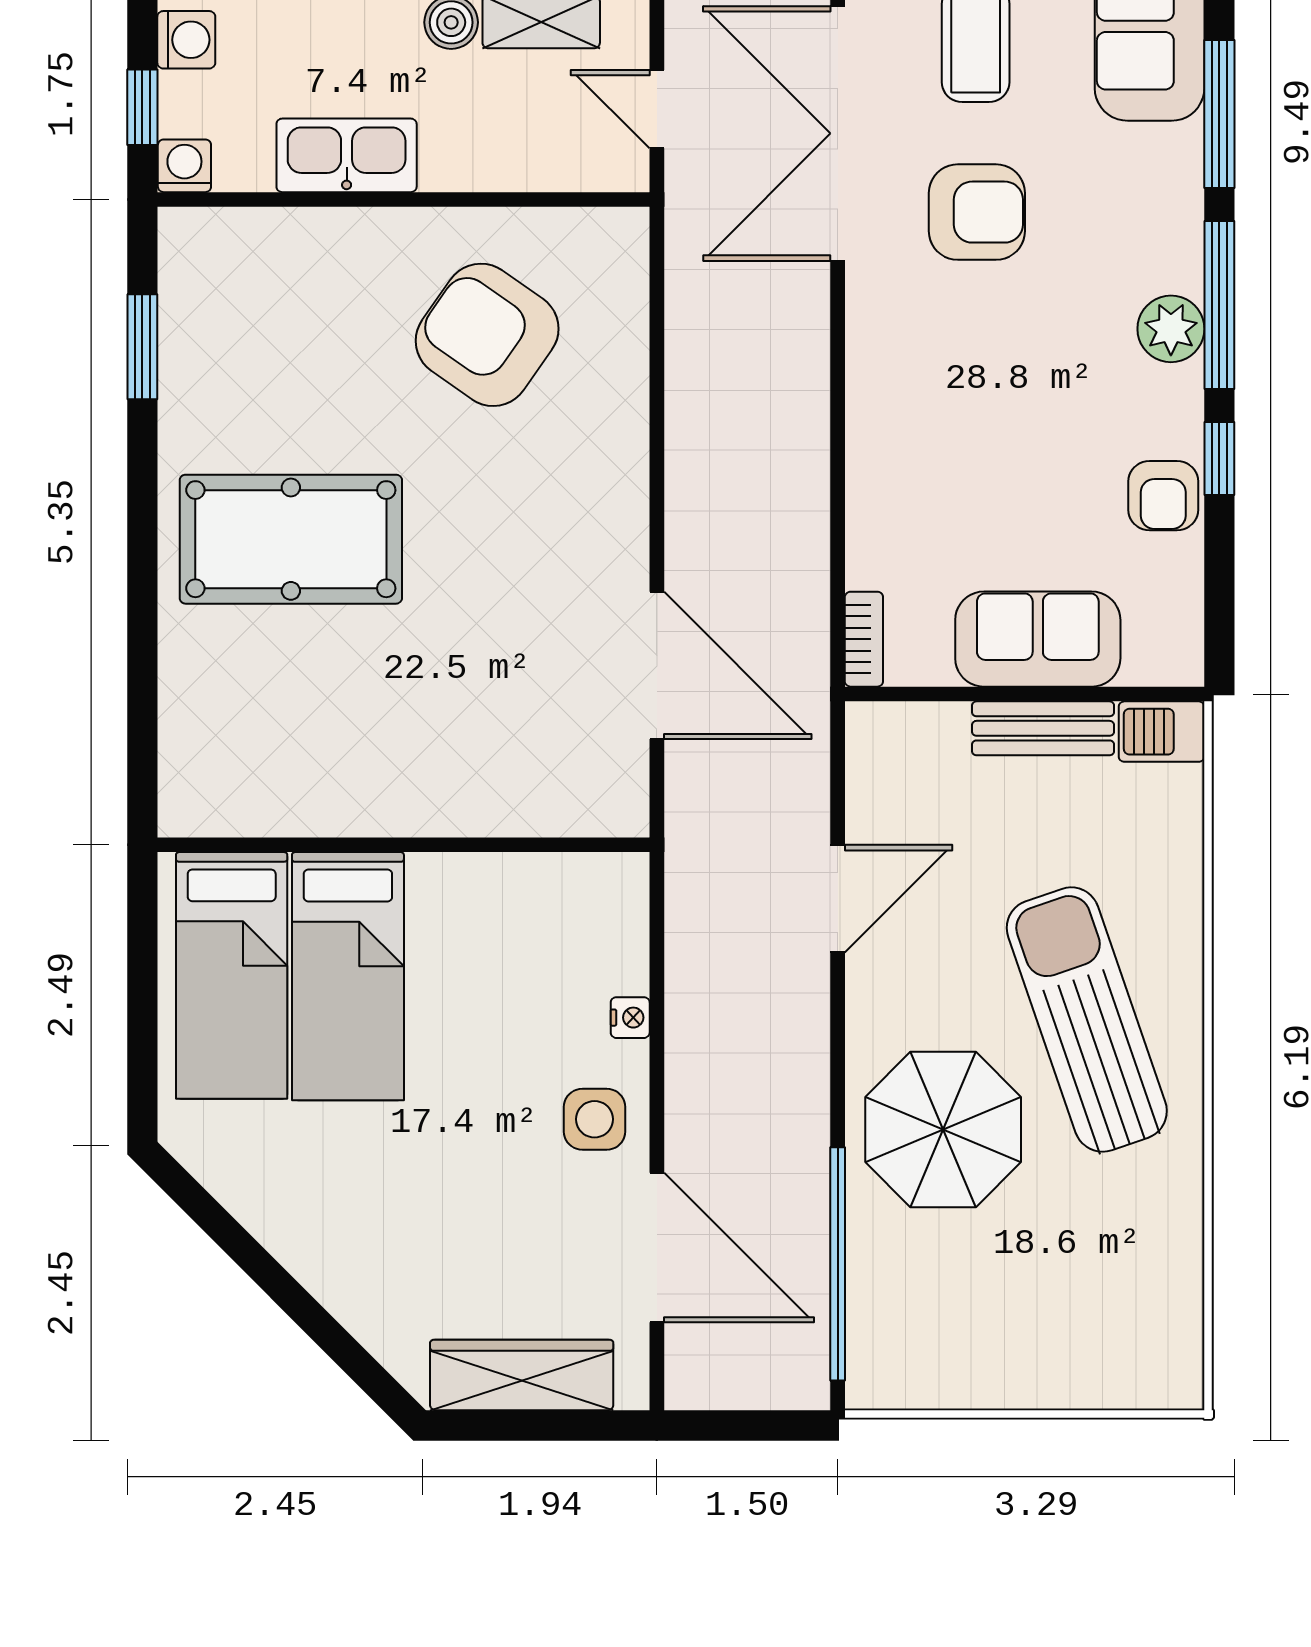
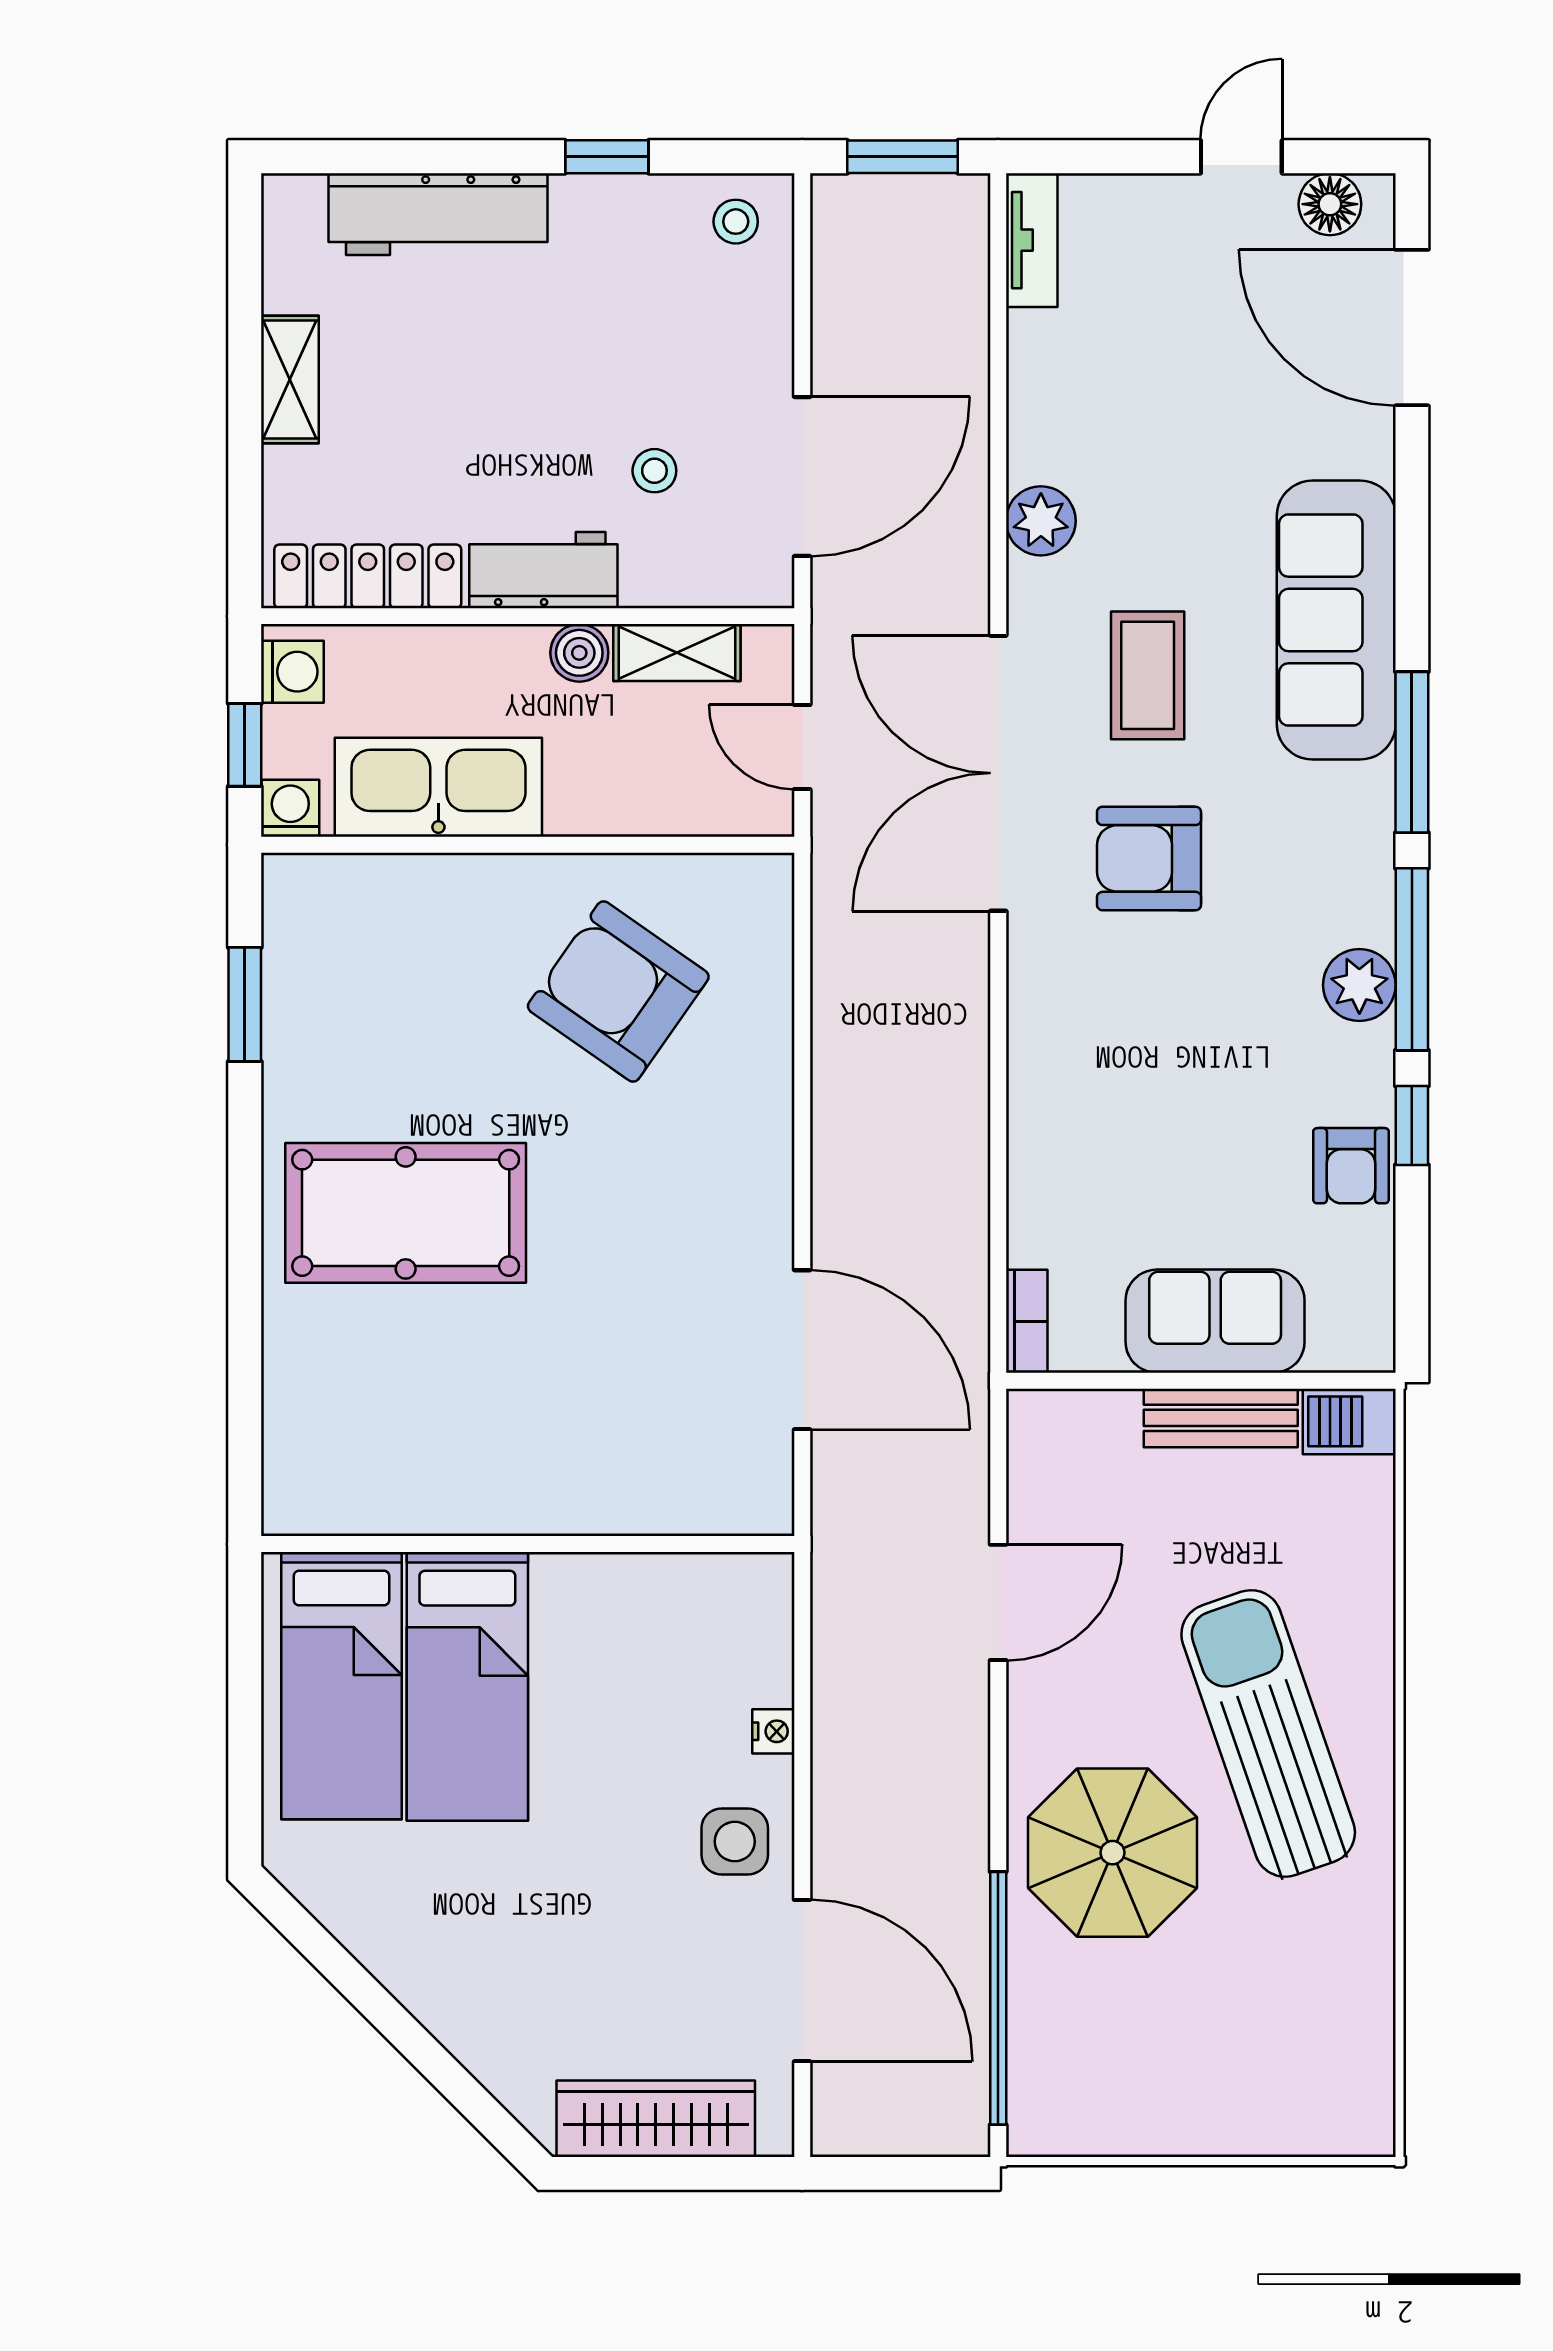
kitchen sink: (347, 155) -> (438, 787), width x1.36, depth x1.24
armchair: (977, 212) -> (1149, 858), turned 180

